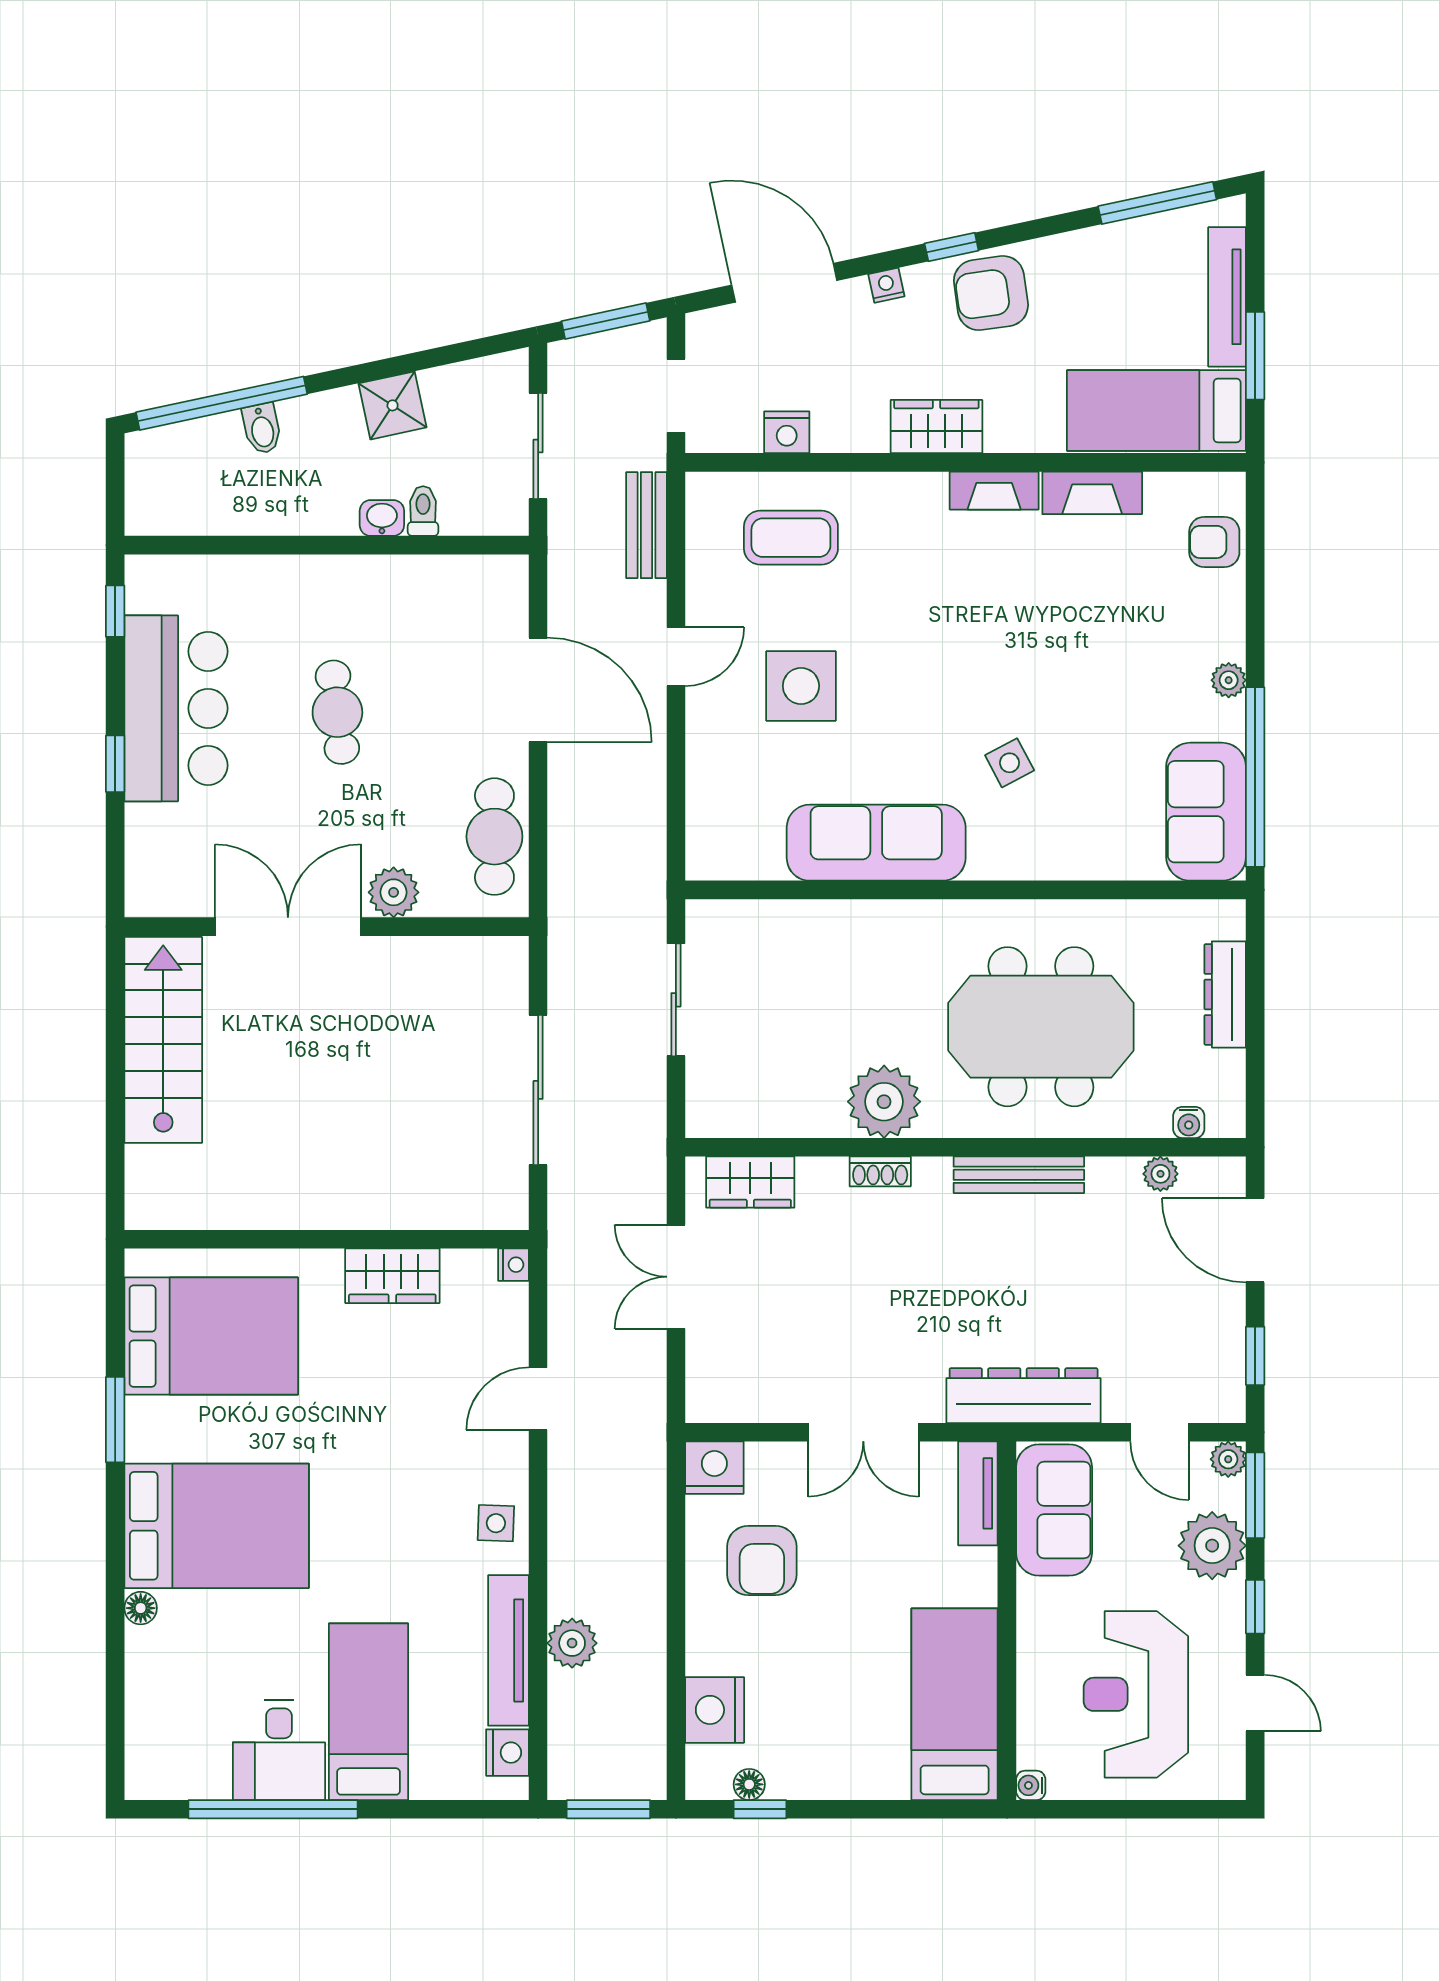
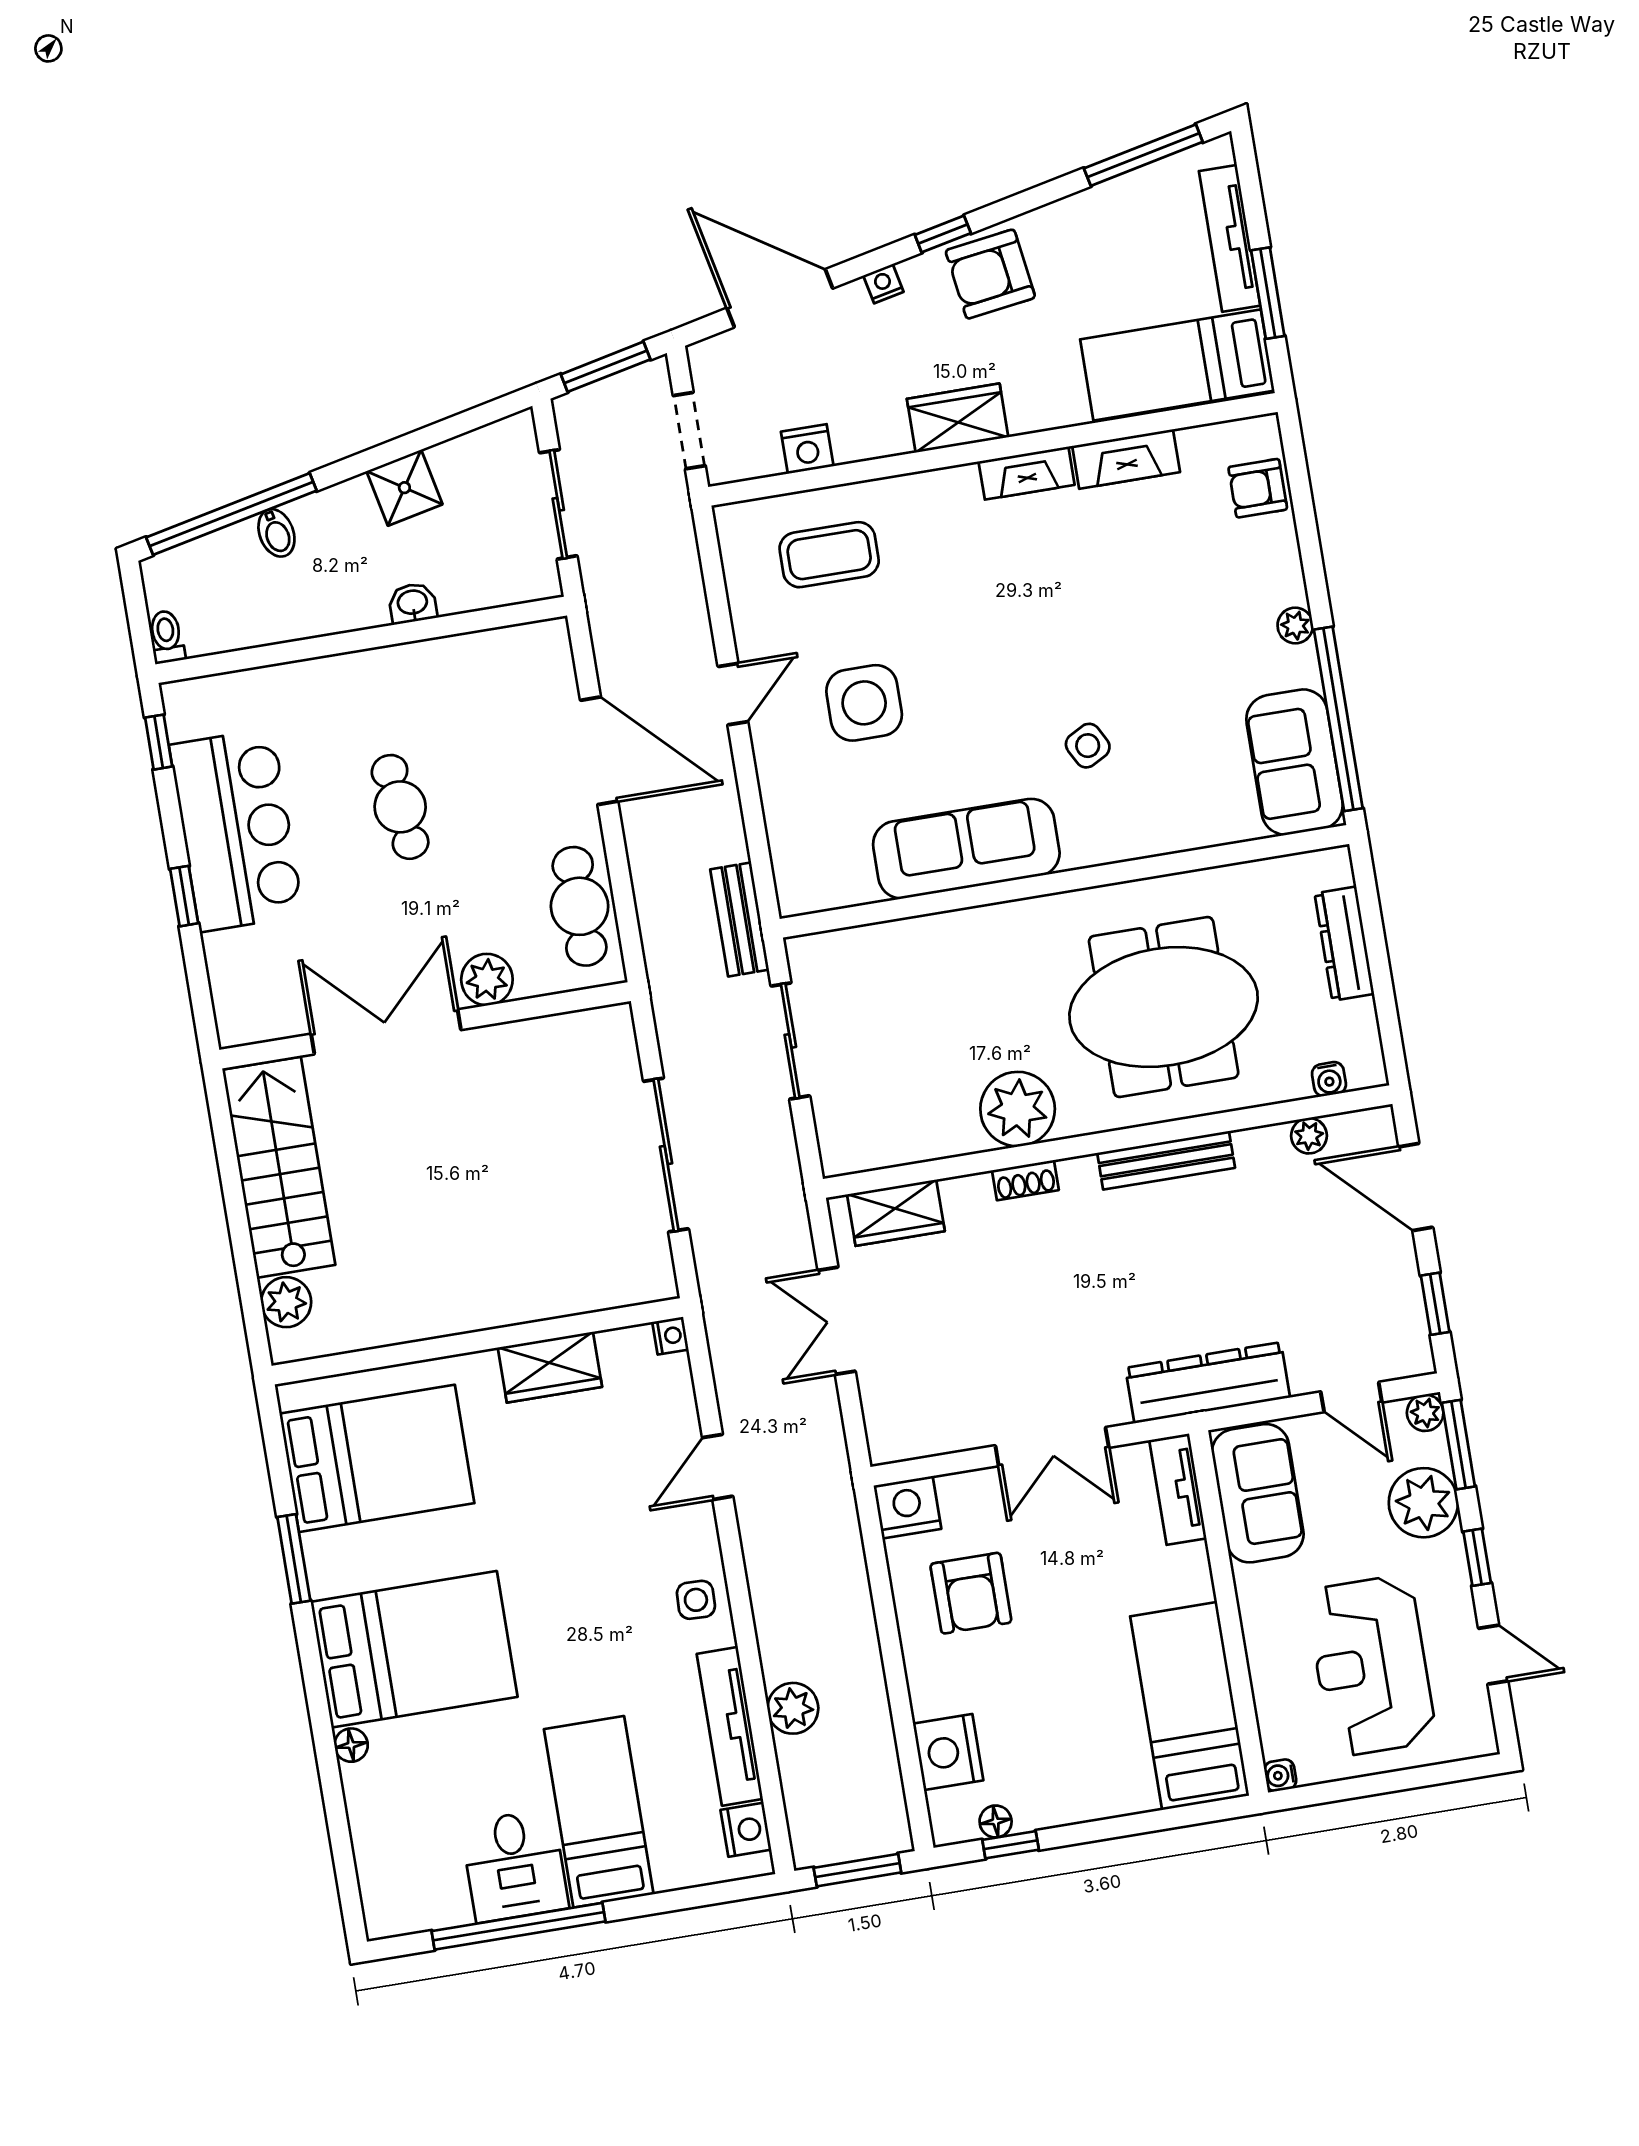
toilet: (423, 511) -> (167, 637), moved
bench: (646, 525) -> (740, 920), moved
plant: (149, 1171) -> (286, 1302), added

